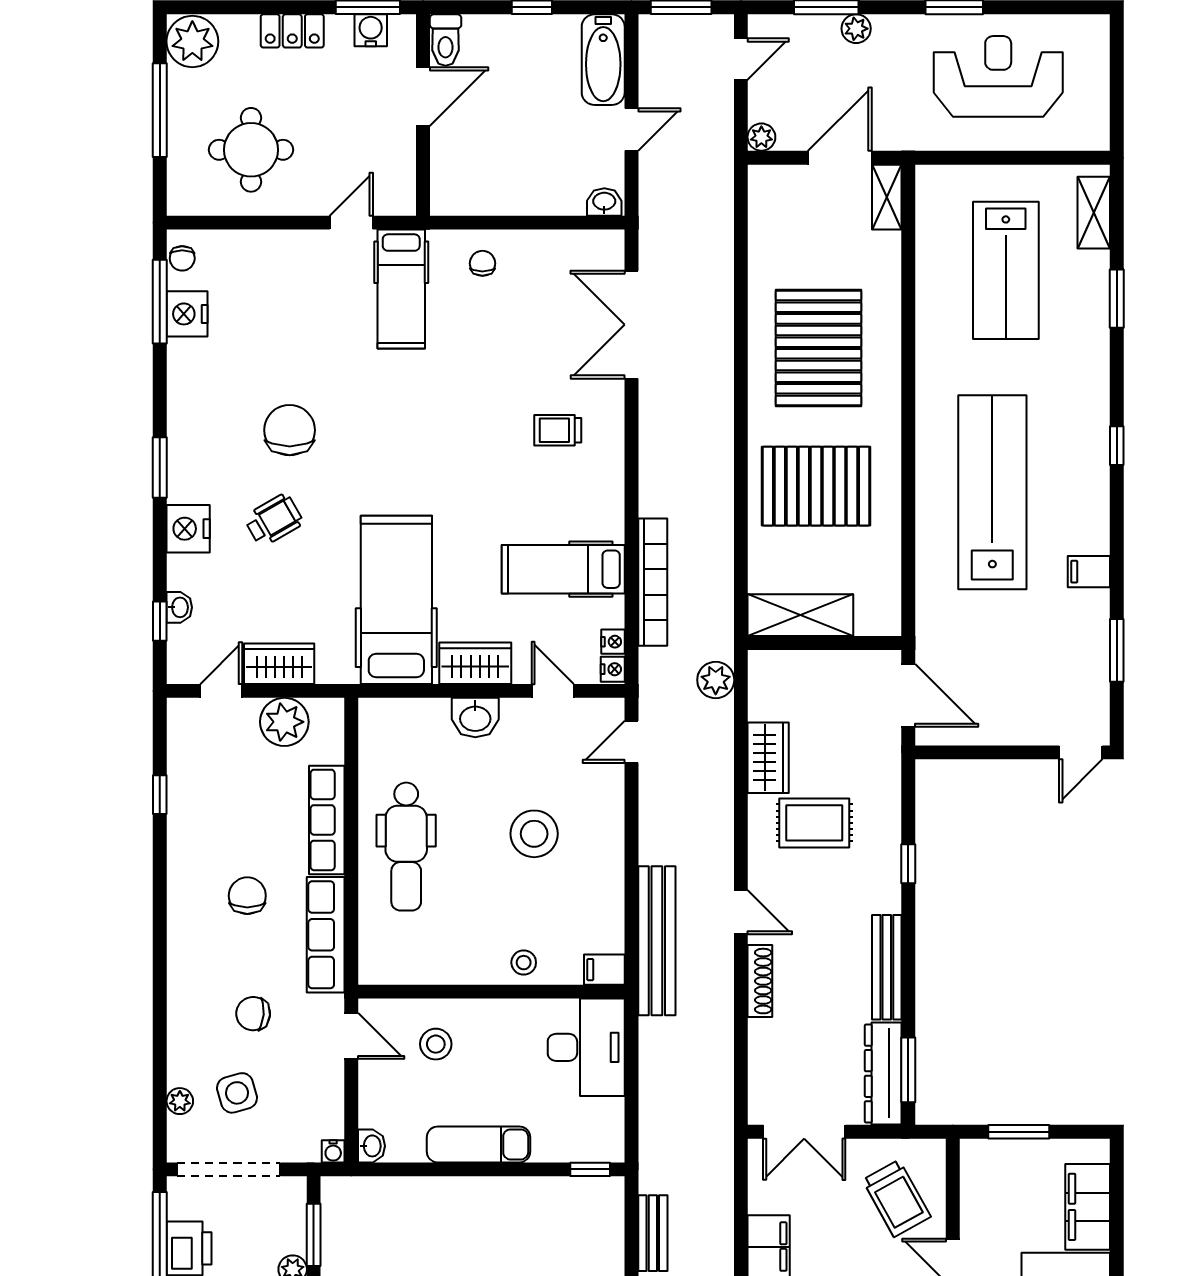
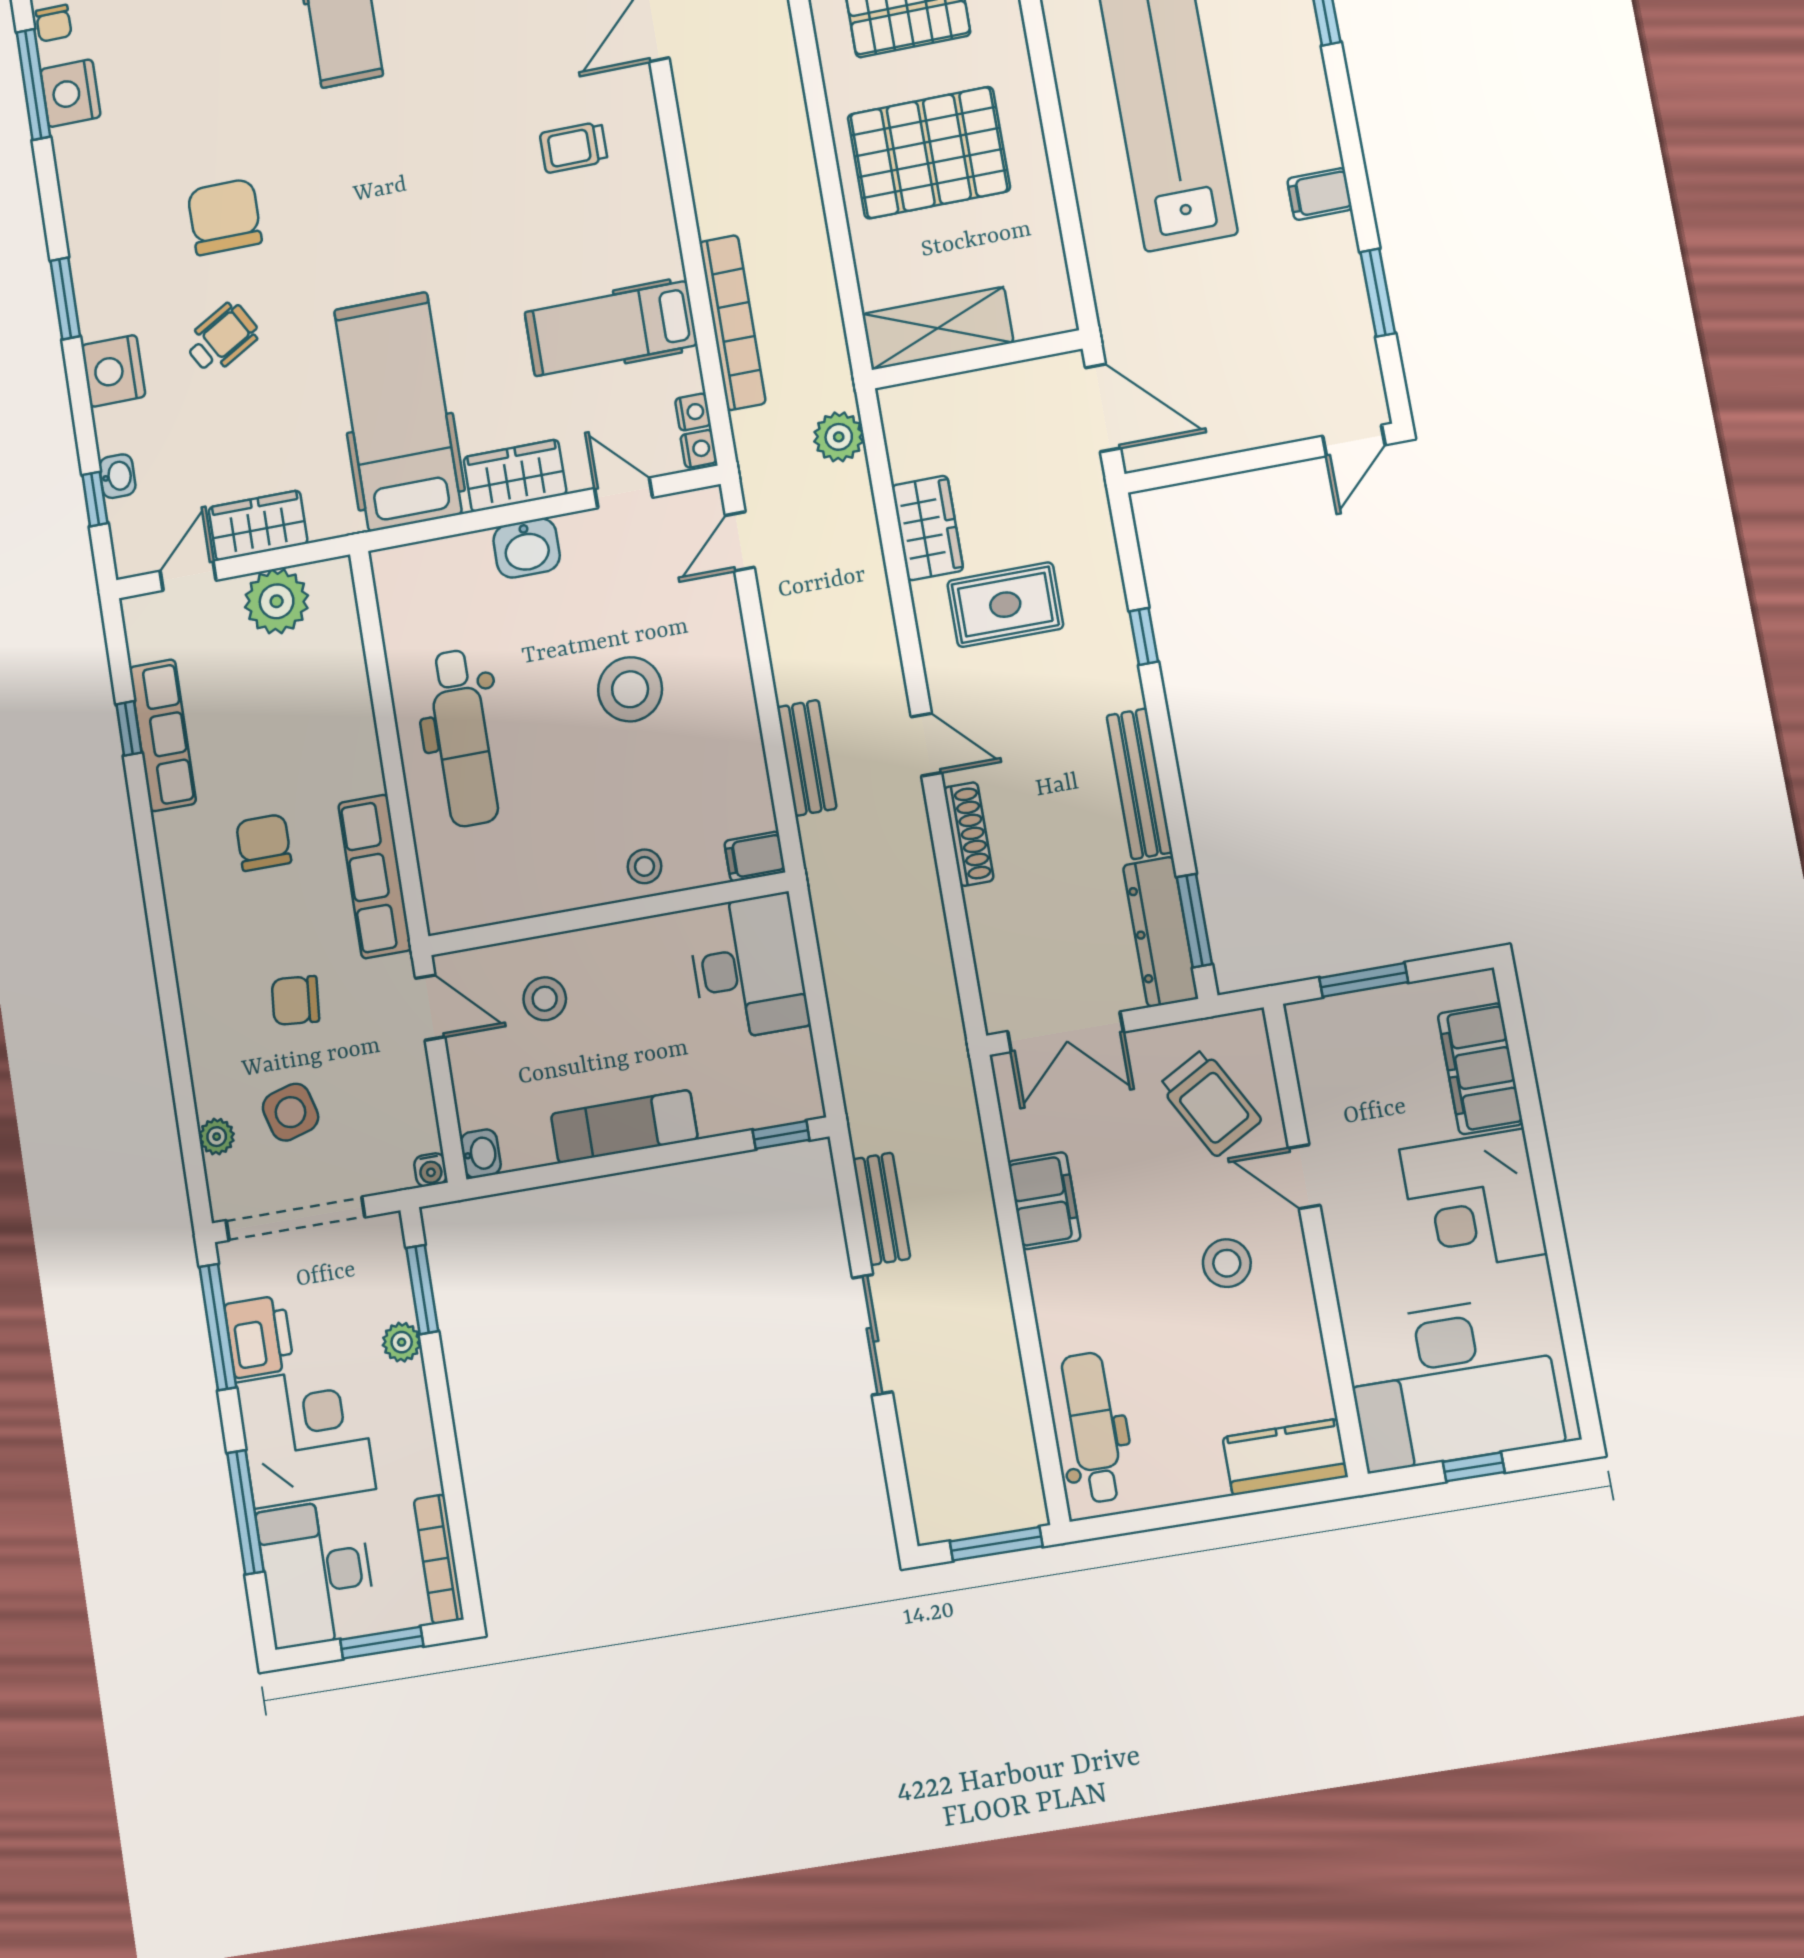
row of seats: (327, 820) -> (163, 735), moved, turned 180
bench: (657, 941) -> (807, 758), width x0.54, depth x0.82

